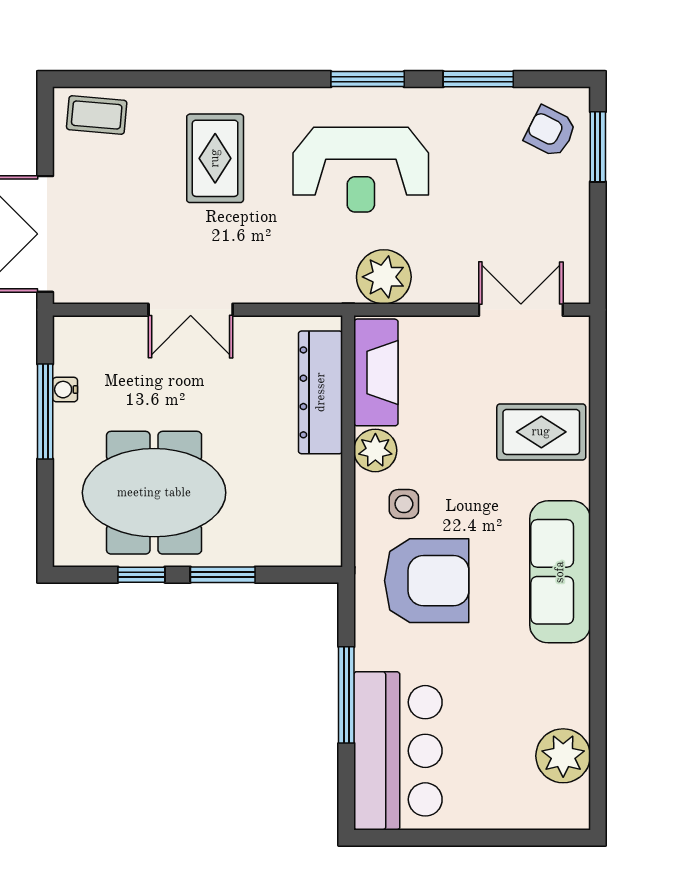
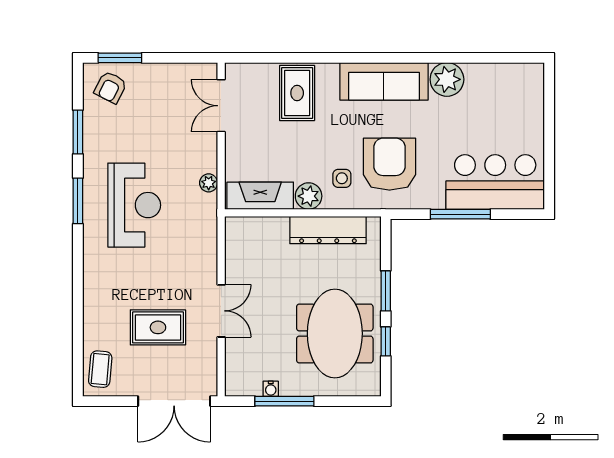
rug: (215, 158) -> (158, 327), moved
plant: (384, 277) -> (209, 183), width x0.53, depth x0.53
dresser: (321, 392) -> (328, 230), moved
plant: (563, 756) -> (447, 79), moved

